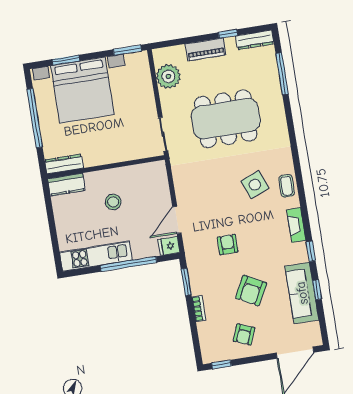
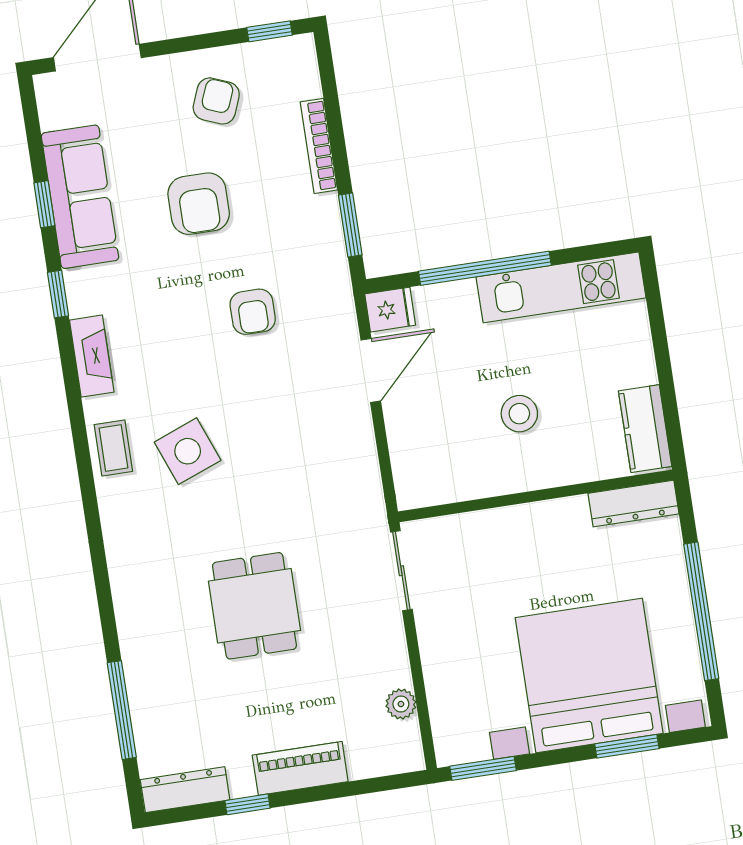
plant: (168, 76) -> (401, 704), width x0.53, depth x0.53
dining table: (226, 119) -> (254, 606), width x0.53, depth x0.80
kitchen counter: (66, 185) -> (645, 429), moved, turned -90
armchair: (251, 291) -> (199, 204), turned 152
bookcase: (199, 309) -> (319, 146), width x1.56

